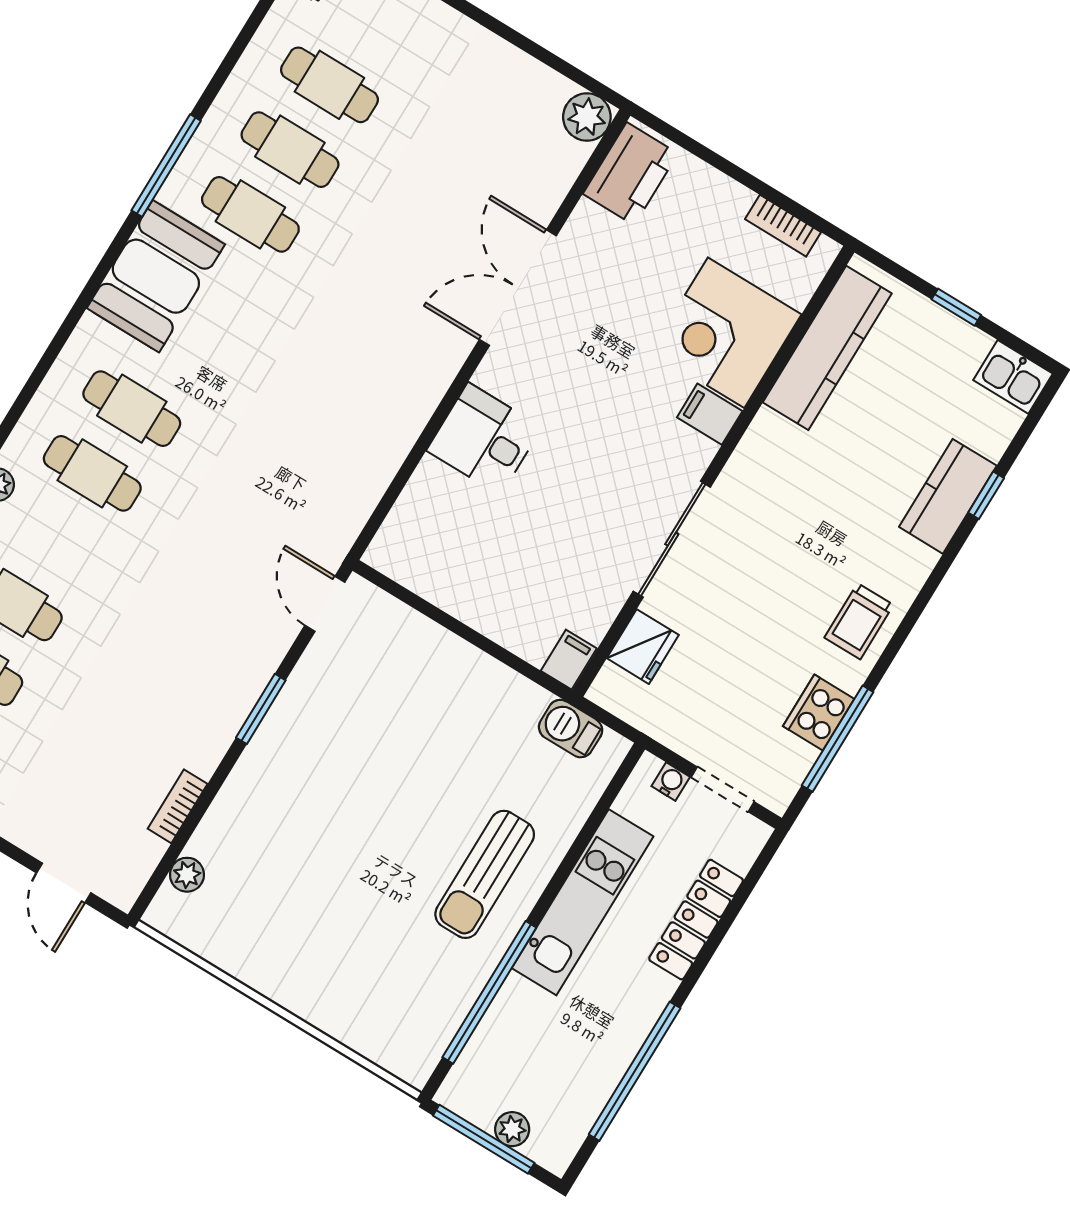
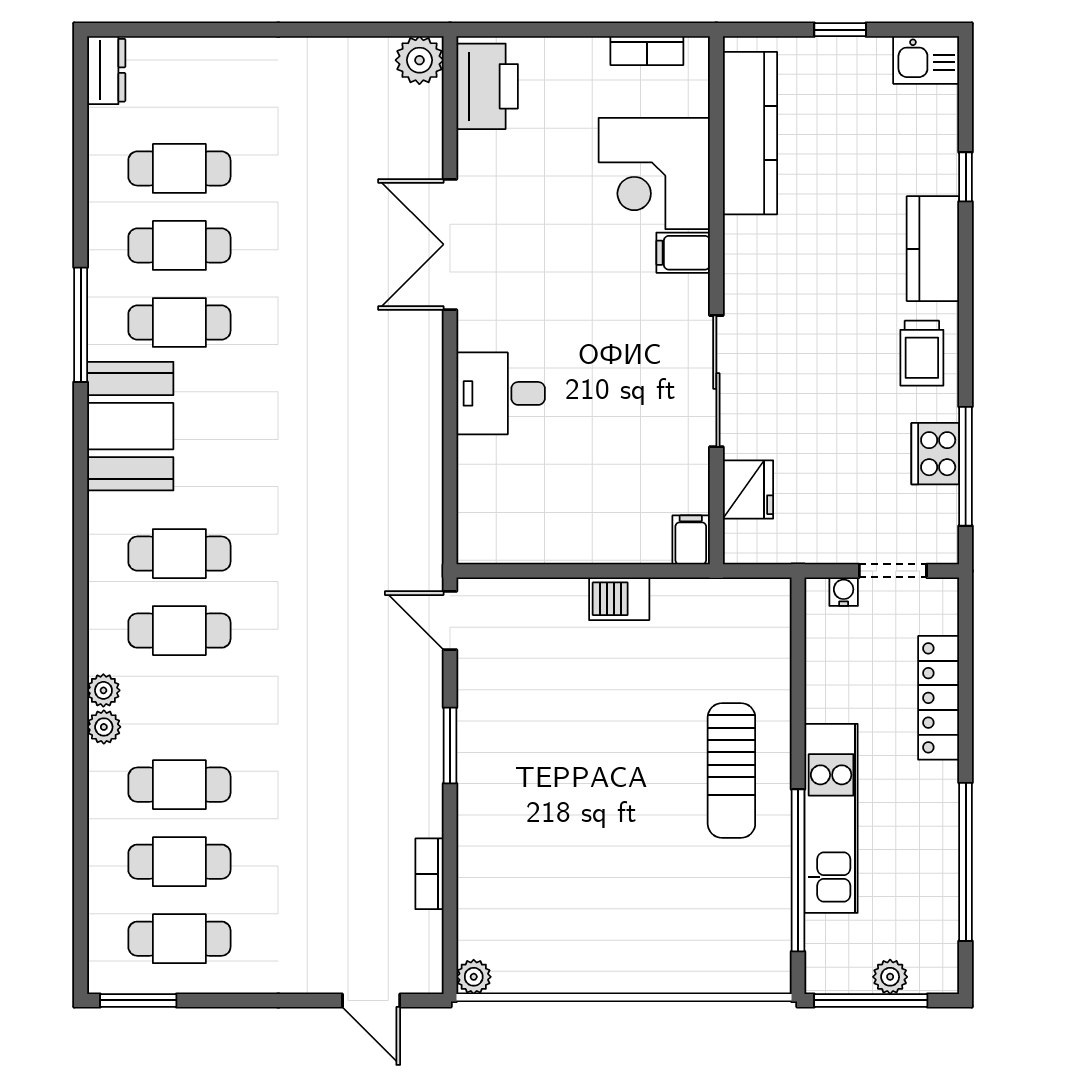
kitchen counter: (948, 496) -> (933, 249), moved
barbecue: (571, 729) -> (619, 599), moved
plant: (187, 875) -> (474, 977), moved
kitchen unit: (583, 902) -> (831, 818), moved

